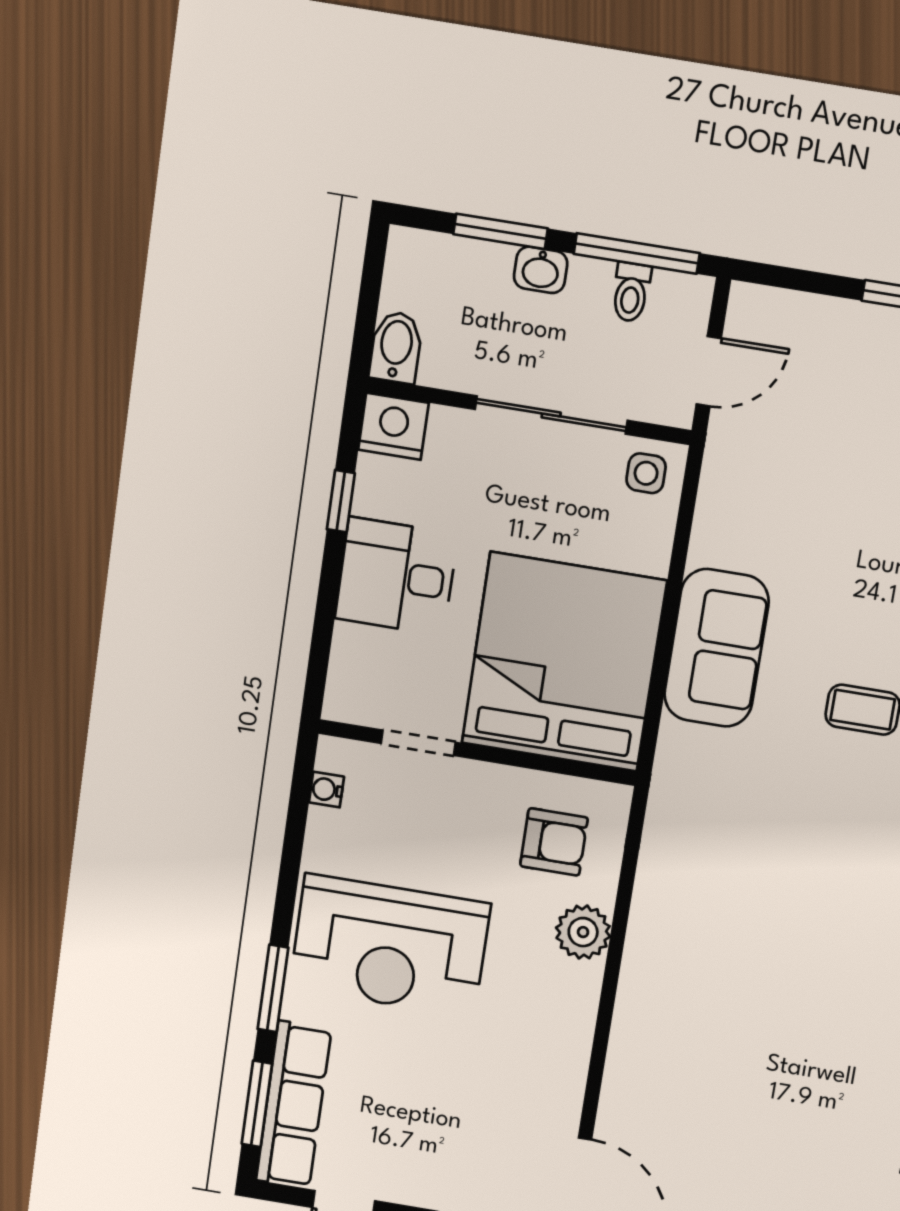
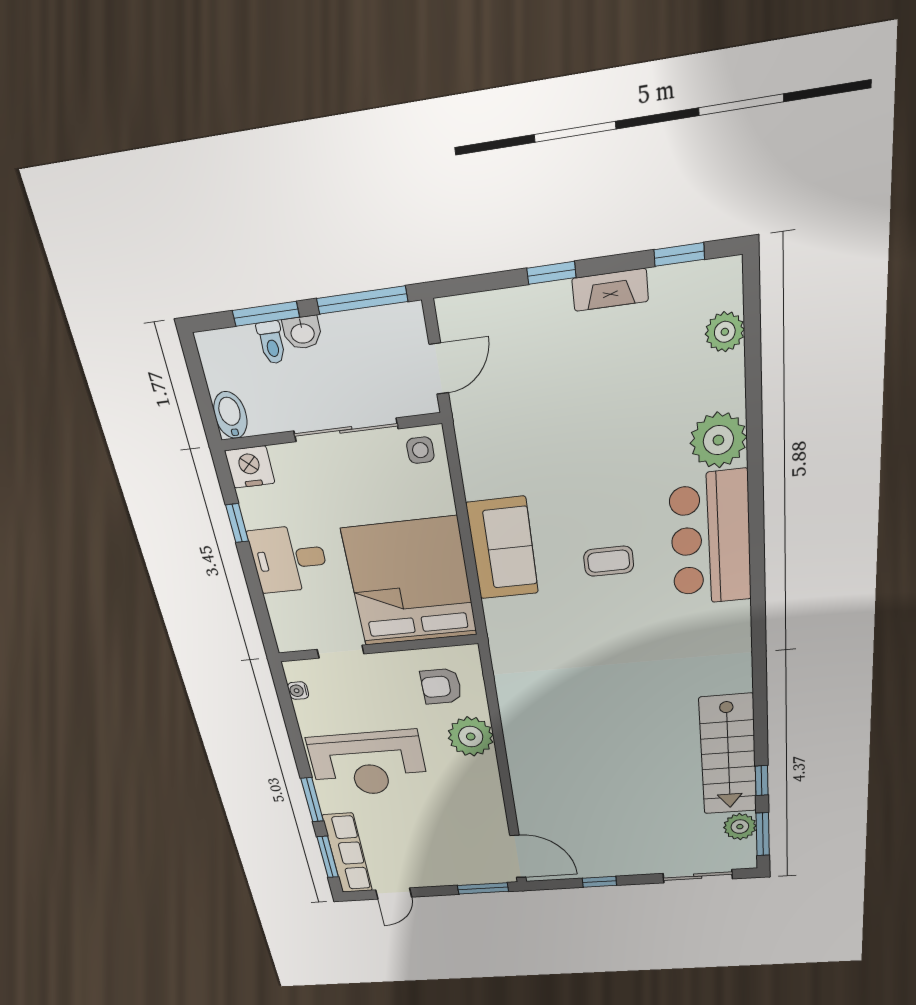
toilet: (631, 292) -> (272, 343), moved
armchair: (554, 842) -> (441, 686), turned 180
plant: (583, 932) -> (471, 737), width x1.36, depth x1.36

